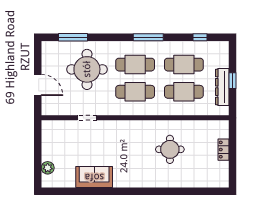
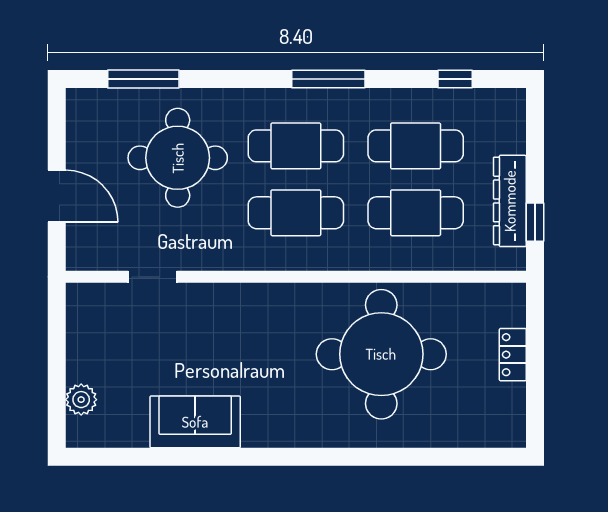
window: (232, 81) -> (535, 222), moved
doorway: (87, 118) -> (153, 277), moved
round table: (170, 149) -> (381, 354), width x1.86, depth x1.86

